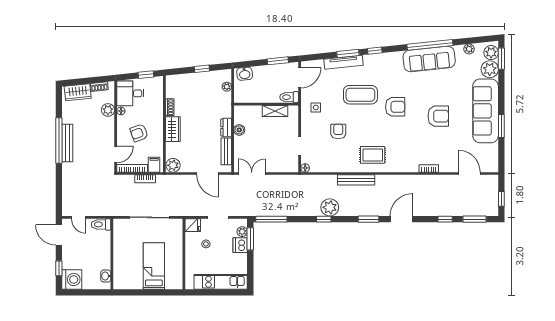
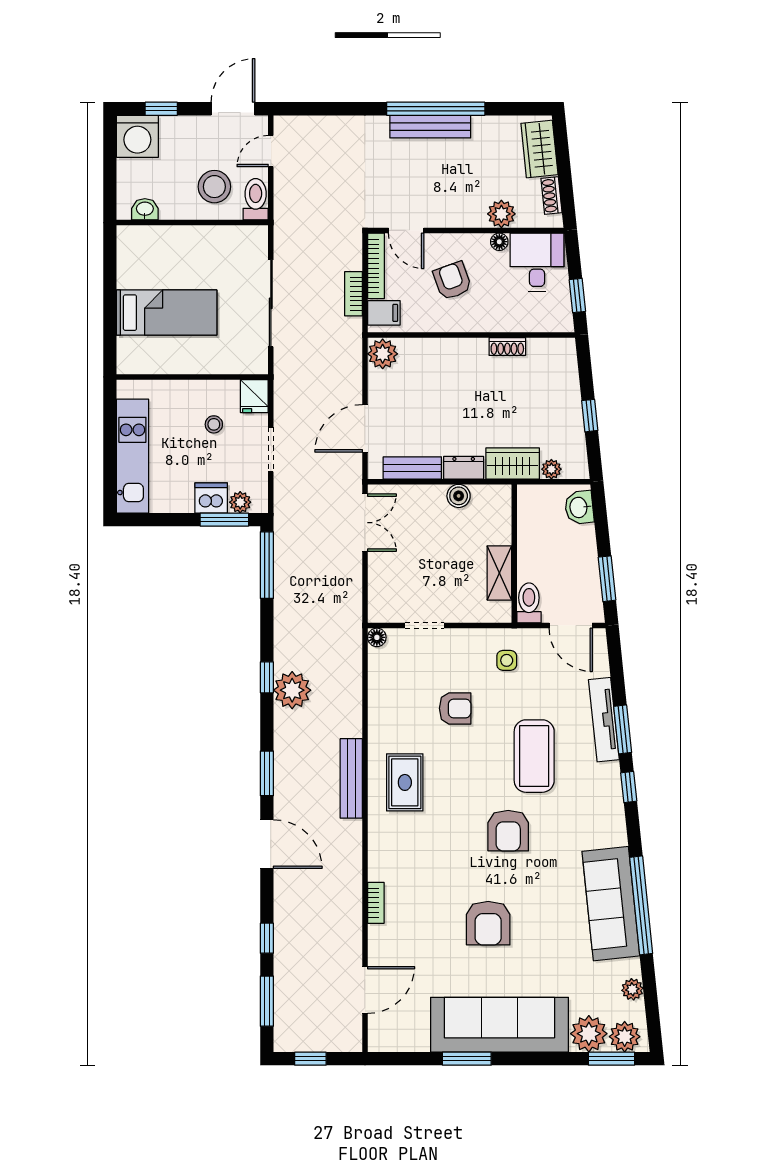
wardrobe: (173, 129) -> (513, 463), moved, turned 180
bench: (356, 180) -> (351, 778), moved
stool: (95, 244) -> (214, 187), added

